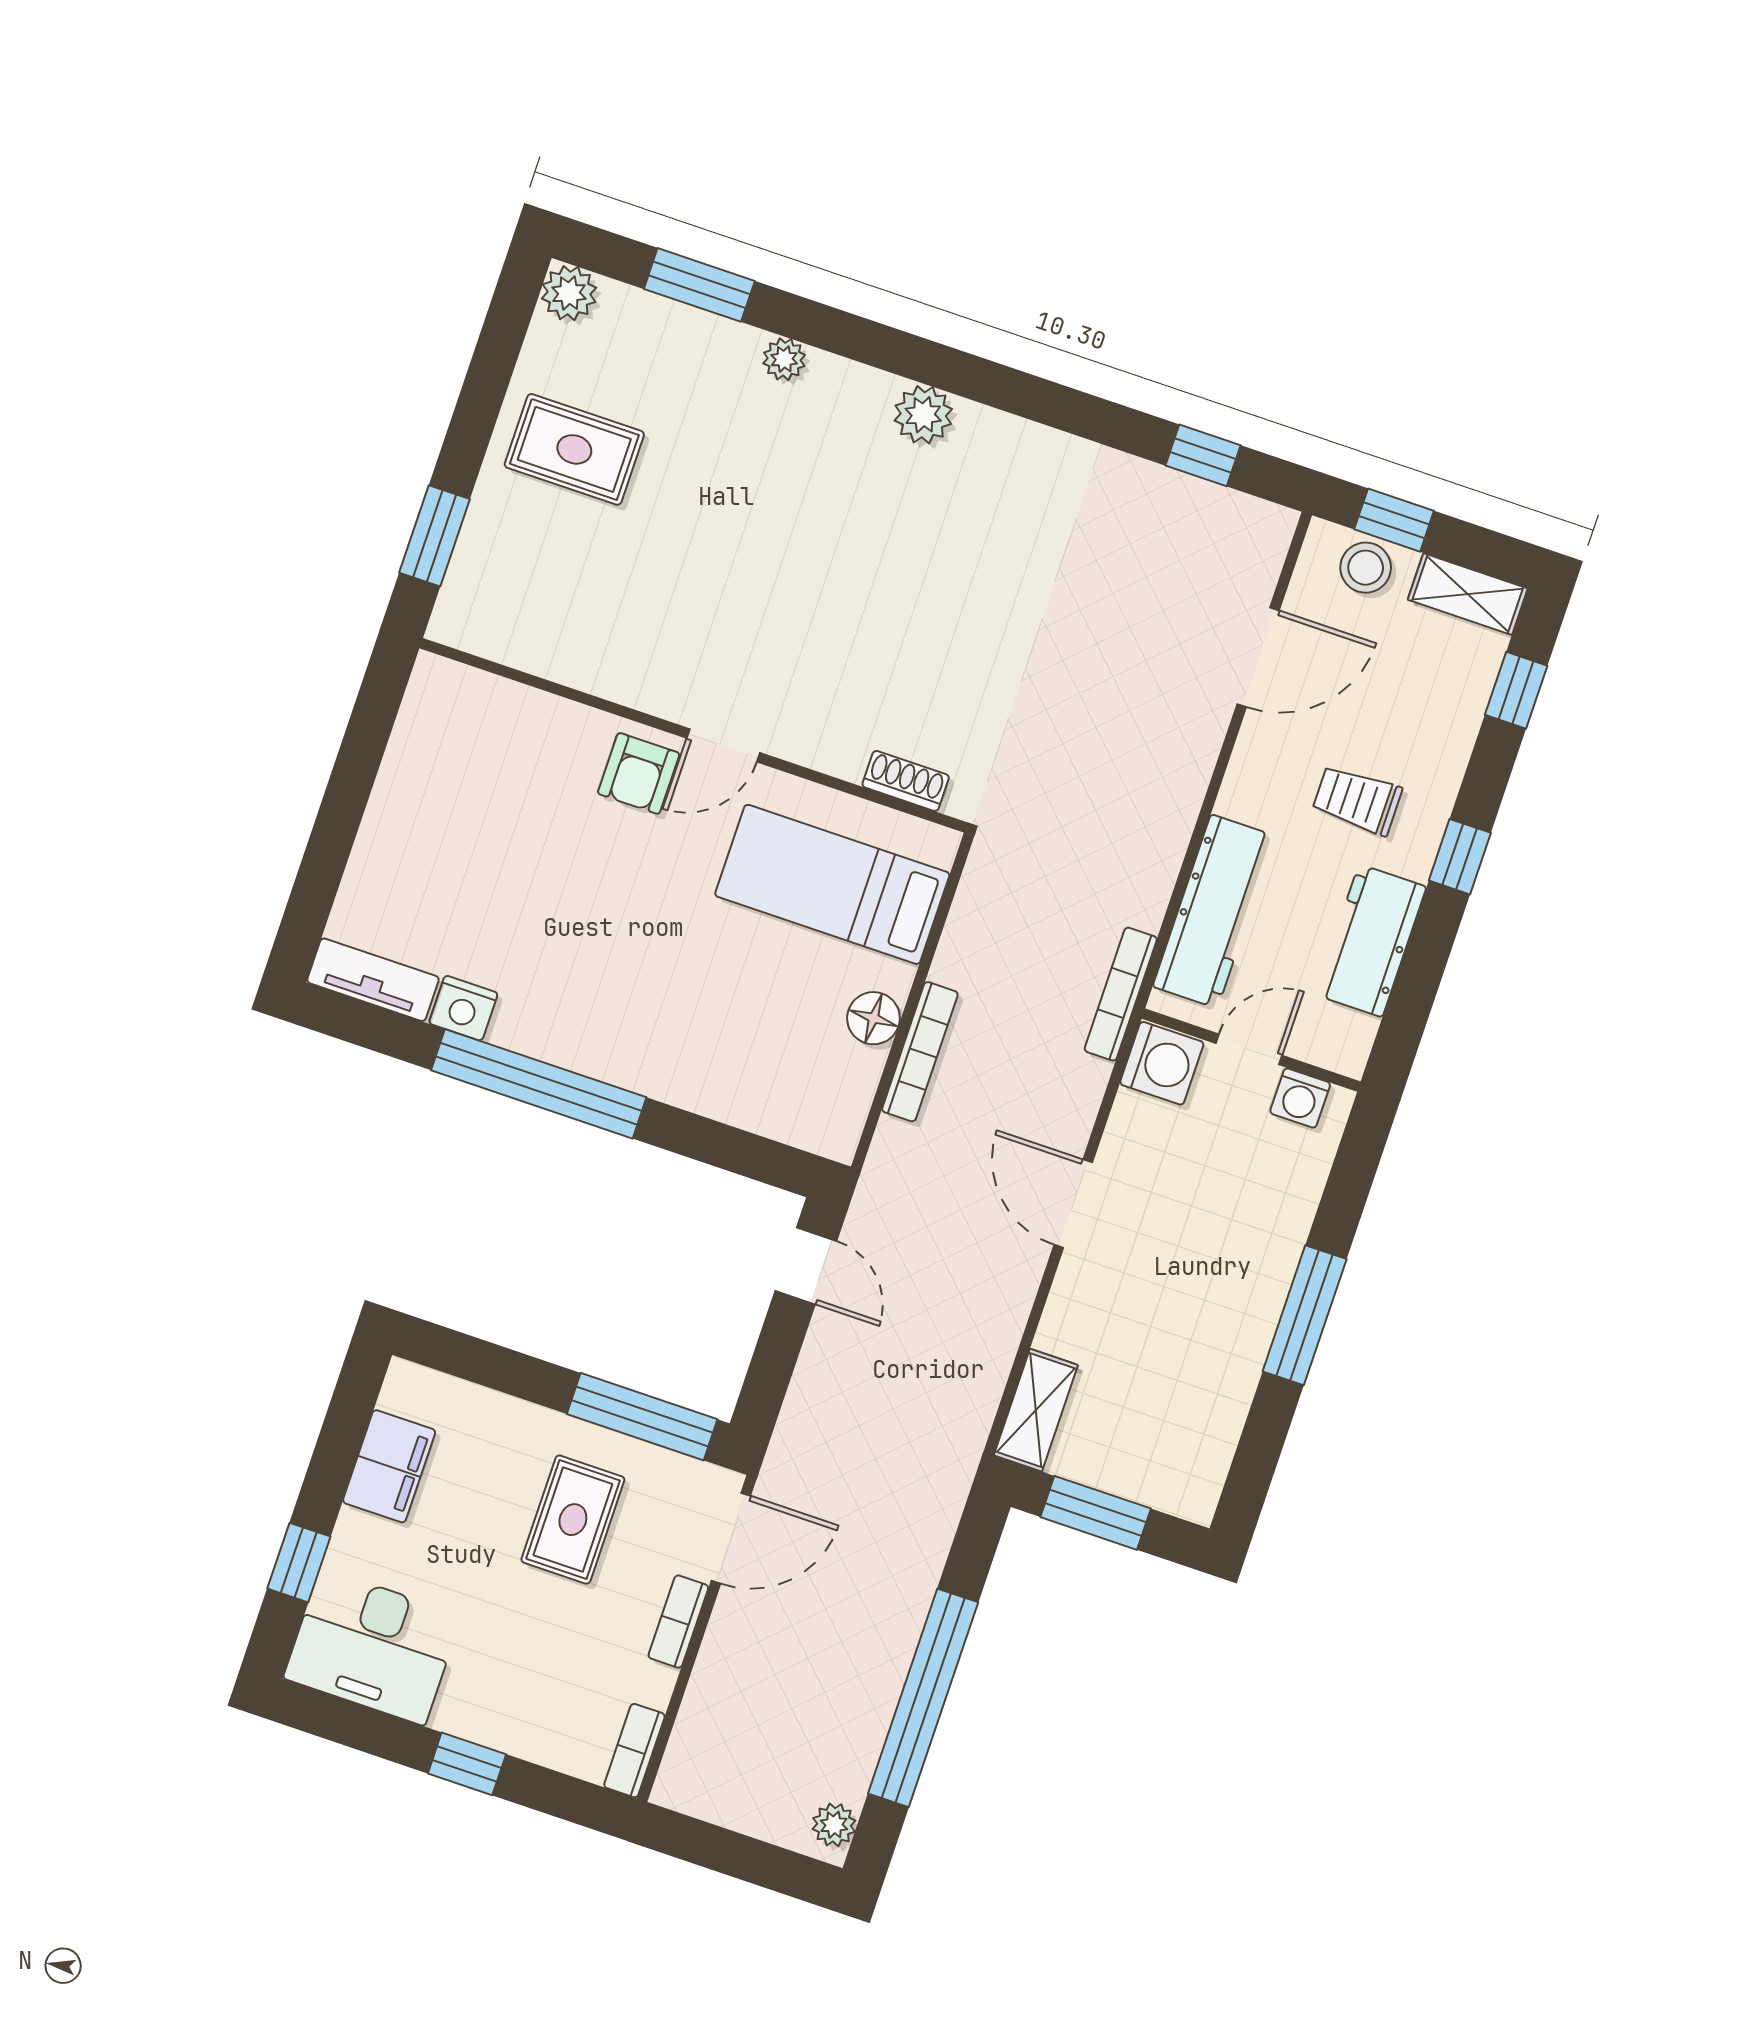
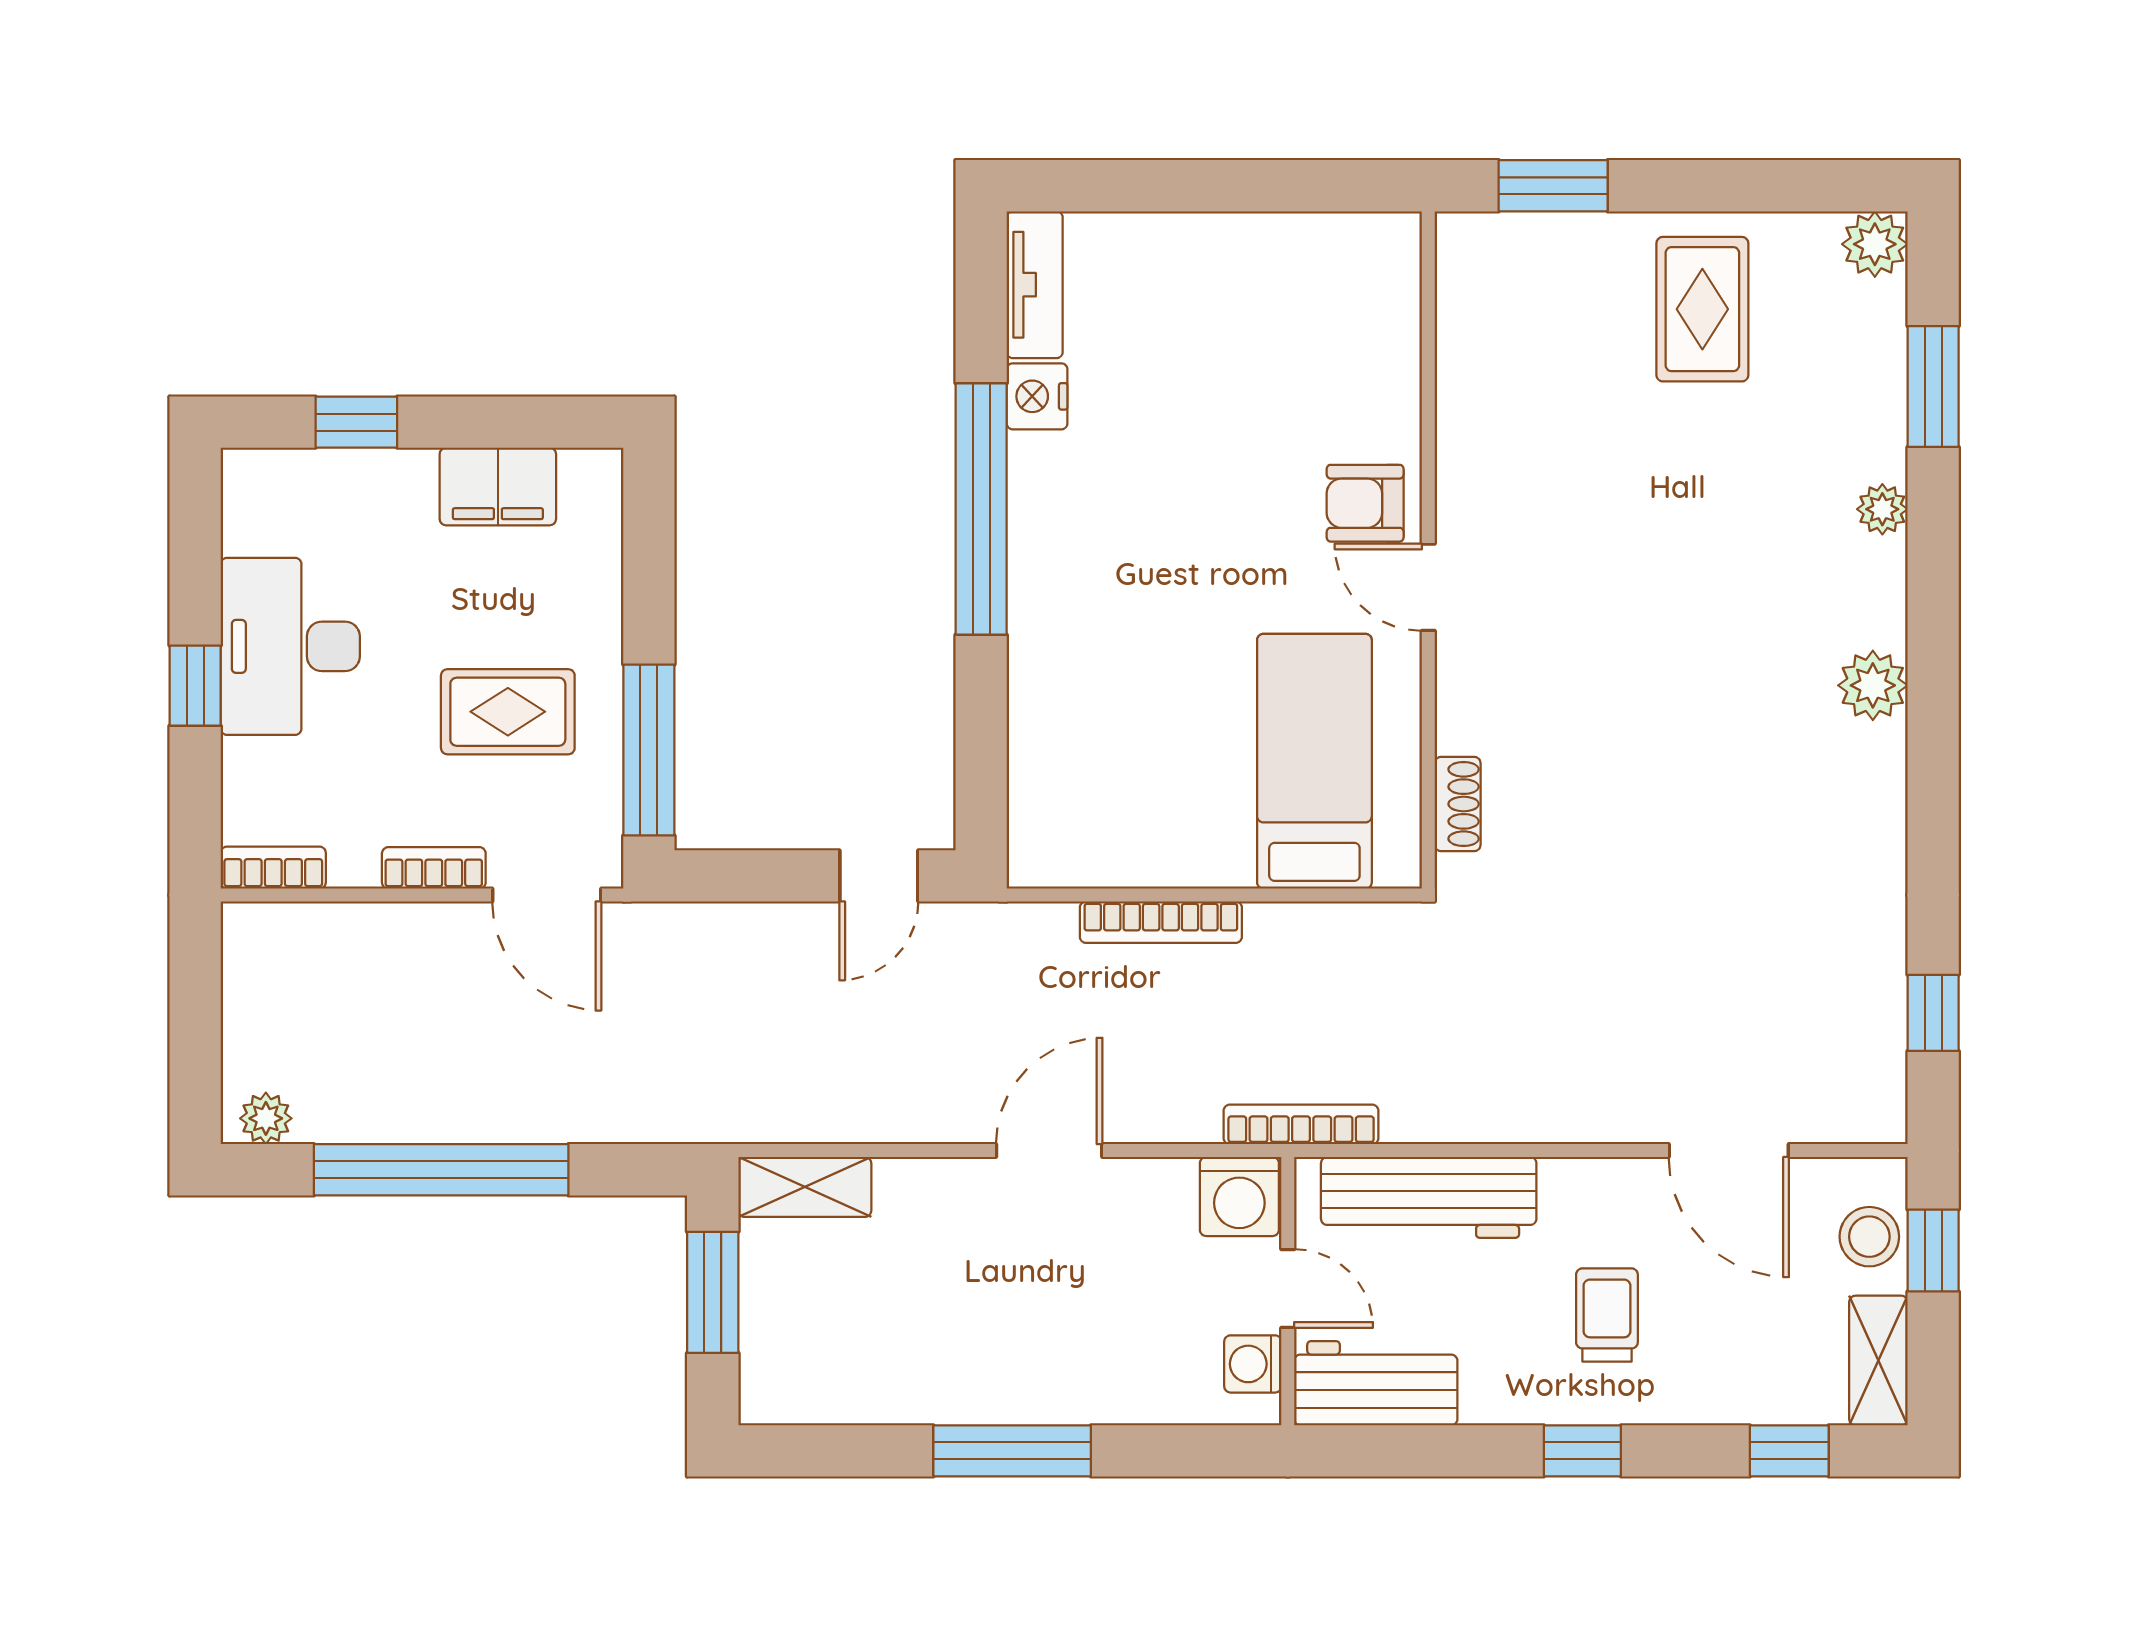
workbench: (1371, 941) -> (1376, 1383), moved
floor lamp: (873, 1018) -> (1181, 858), removed
desk: (373, 1647) -> (290, 646), moved

